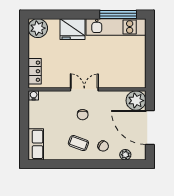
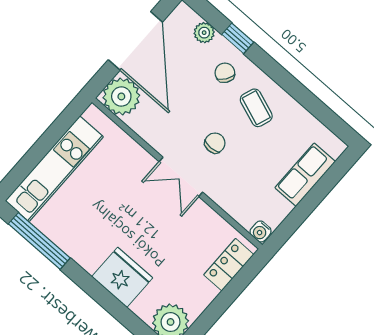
kitchen unit: (116, 27) -> (54, 169), moved, turned 90
row of seats: (36, 144) -> (305, 175), moved
window: (110, 164) -> (238, 38), added

